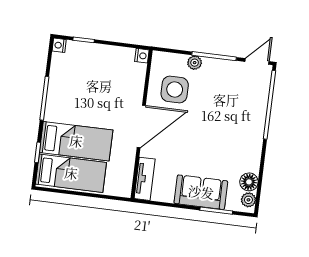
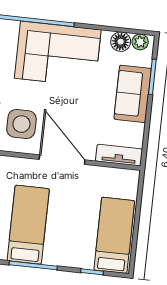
corner sofa: (239, 124) -> (58, 54), added
bed: (76, 141) -> (28, 225), moved

